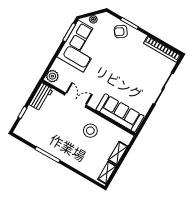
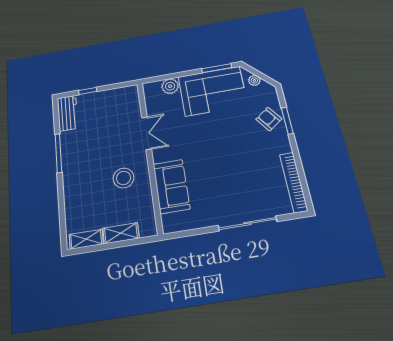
plant: (52, 76) -> (170, 86), moved
workbench: (41, 97) -> (68, 113), moved, turned -90
sofa: (120, 113) -> (171, 186), width x0.73

